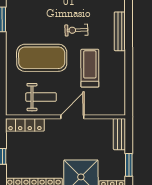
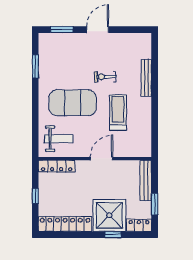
weight bench: (41, 97) -> (59, 139), moved
bench: (119, 134) -> (146, 180), width x1.36

